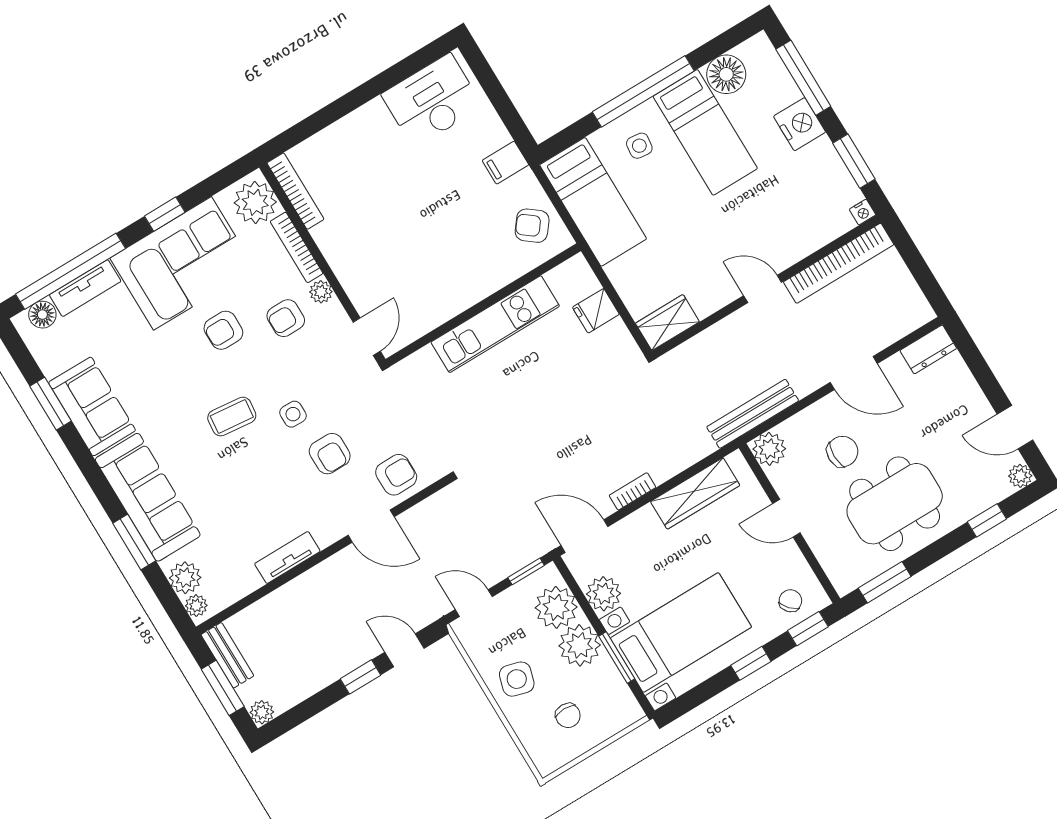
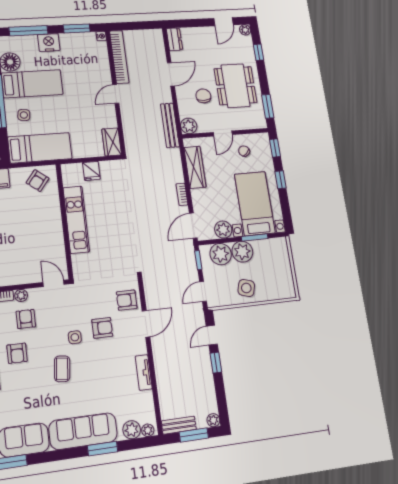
armchair: (286, 318) -> (26, 319), turned 180
armchair: (396, 475) -> (127, 300), turned -90
chair: (790, 601) -> (244, 151), moved
chair: (568, 716) -> (272, 272), removed

